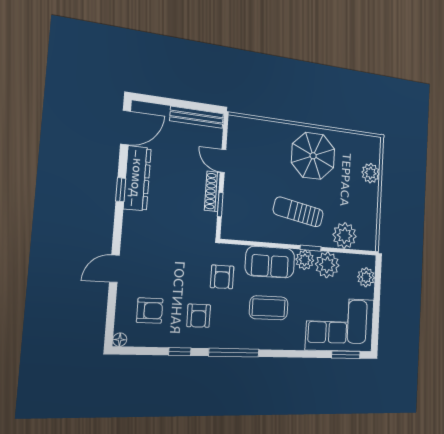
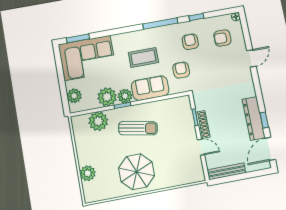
window: (121, 190) -> (264, 120), moved

